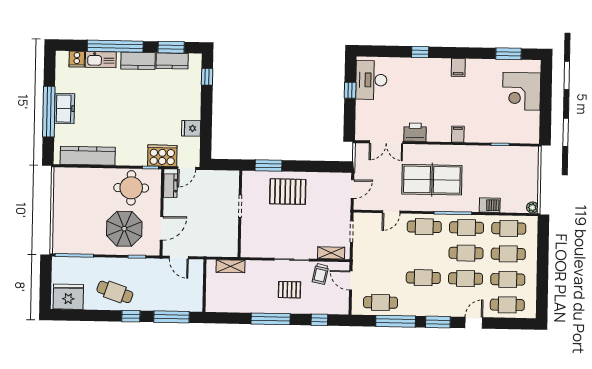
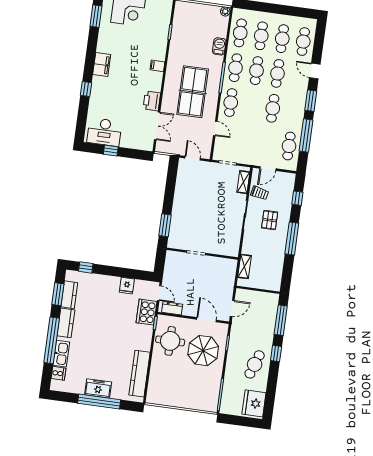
filing cabinet: (458, 67) -> (102, 65), width x2.00
pallet: (288, 192) -> (188, 212), removed

